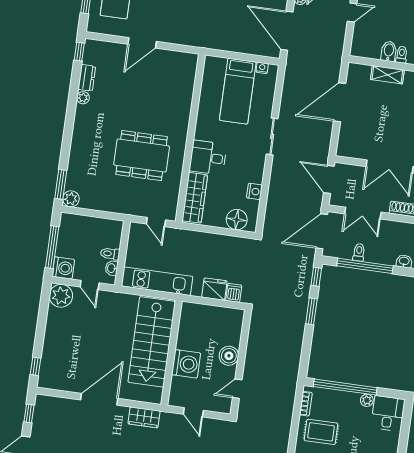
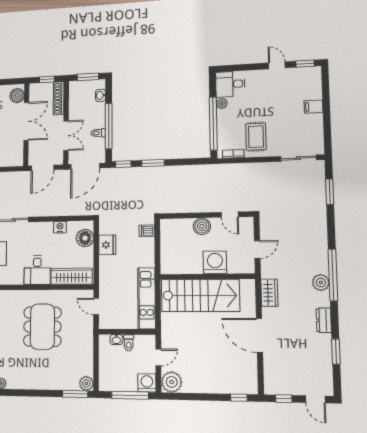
door: (156, 222) -> (96, 307), swing flipped
door: (322, 231) -> (85, 166), hinge flipped
washbasin: (112, 268) -> (116, 340), moved
fridge: (214, 289) -> (107, 245), moved, turned 180

